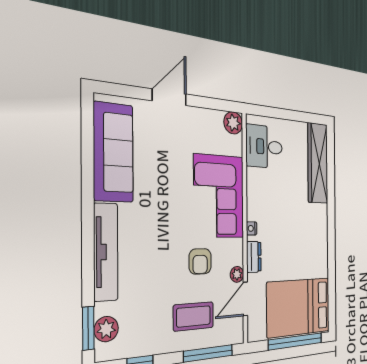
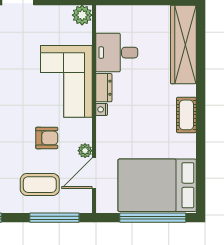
desk: (264, 147) -> (117, 53), moved
cot: (321, 234) -> (186, 115), added
dresser: (254, 257) -> (104, 88), moved
armchair: (200, 261) -> (47, 138), turned -90

